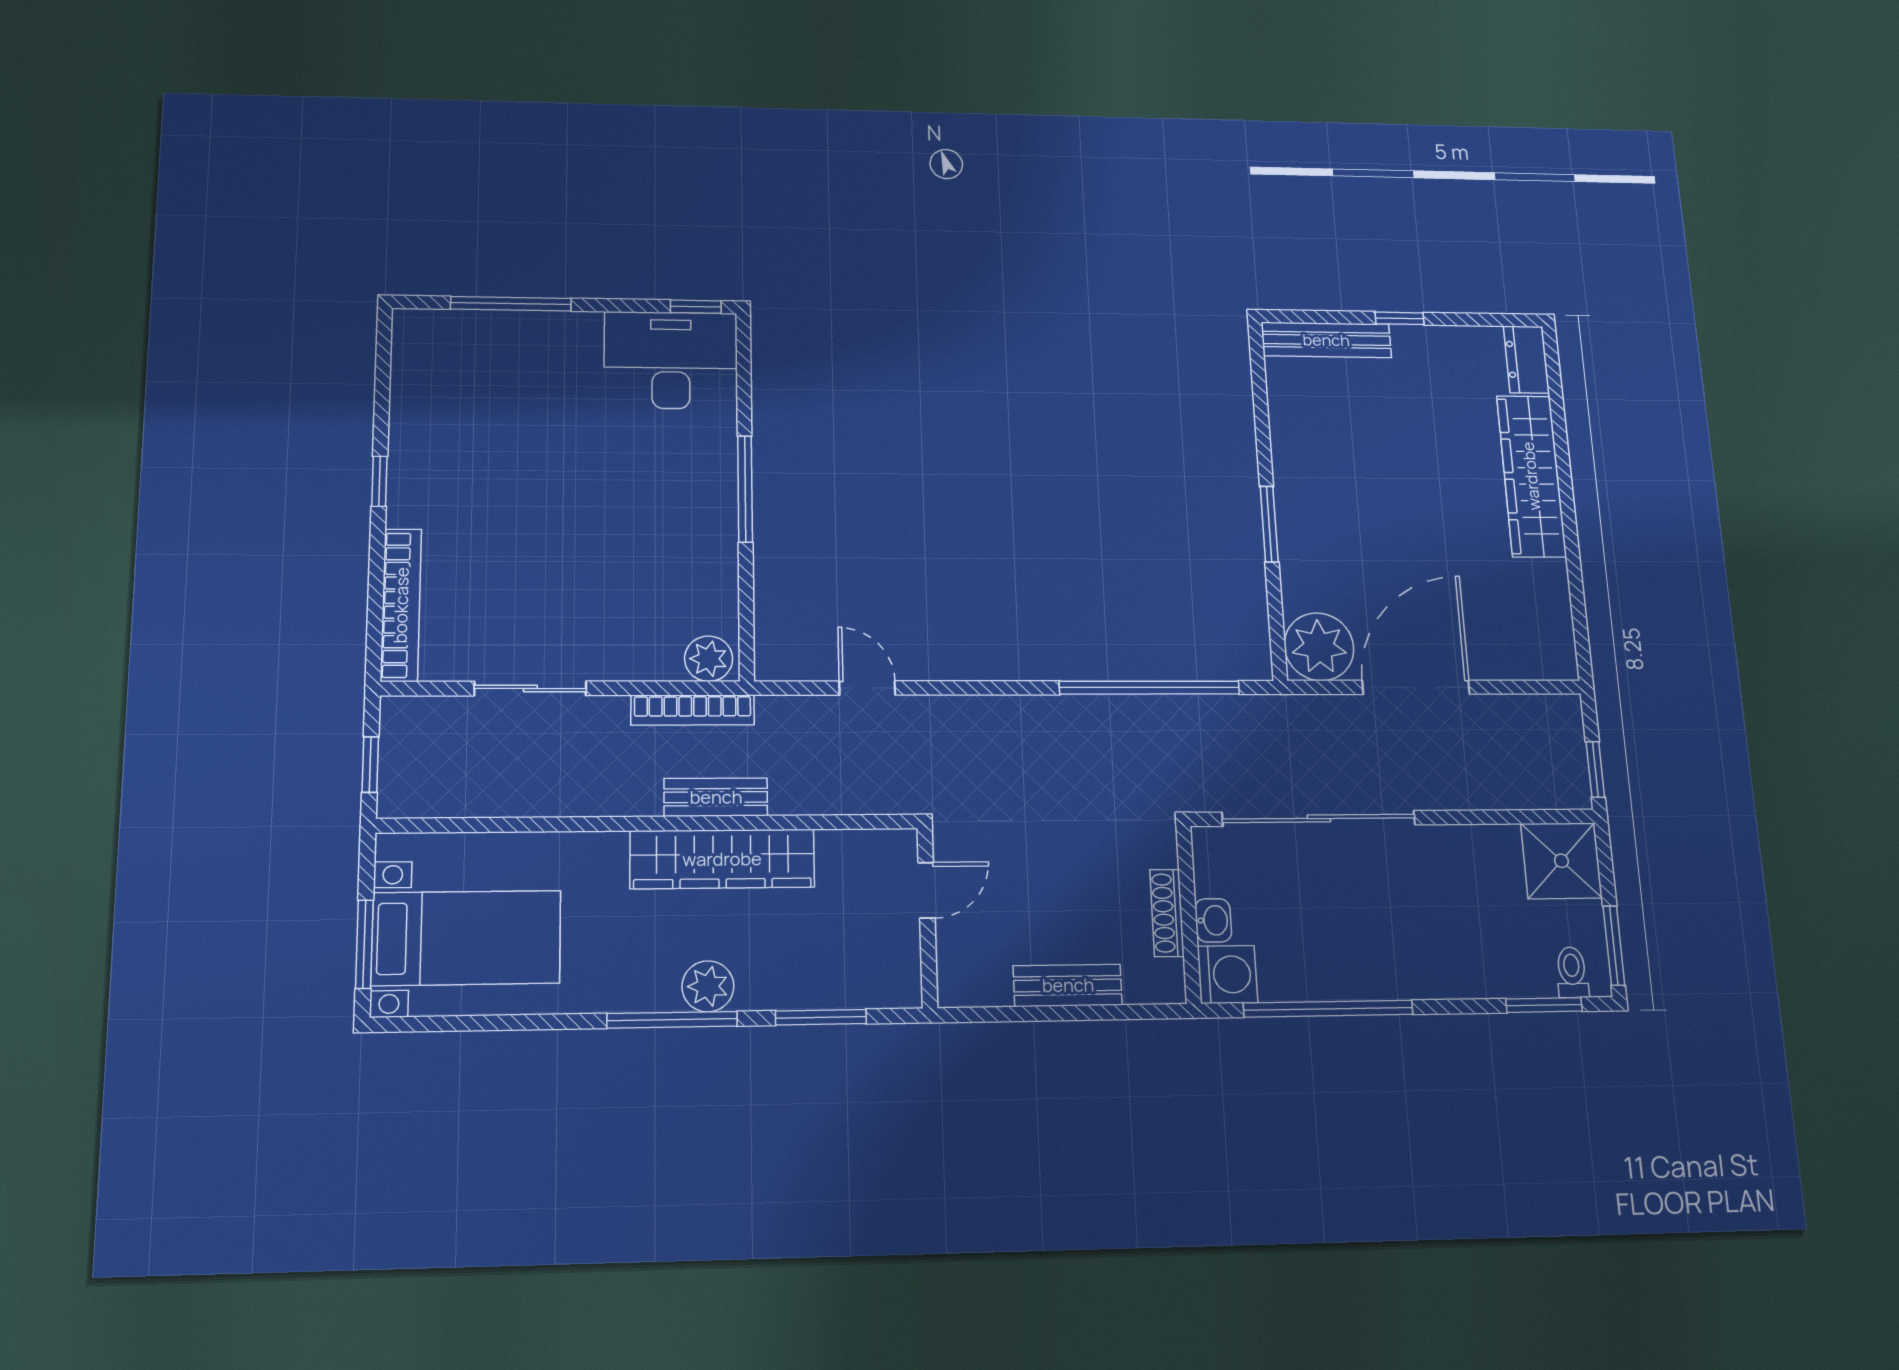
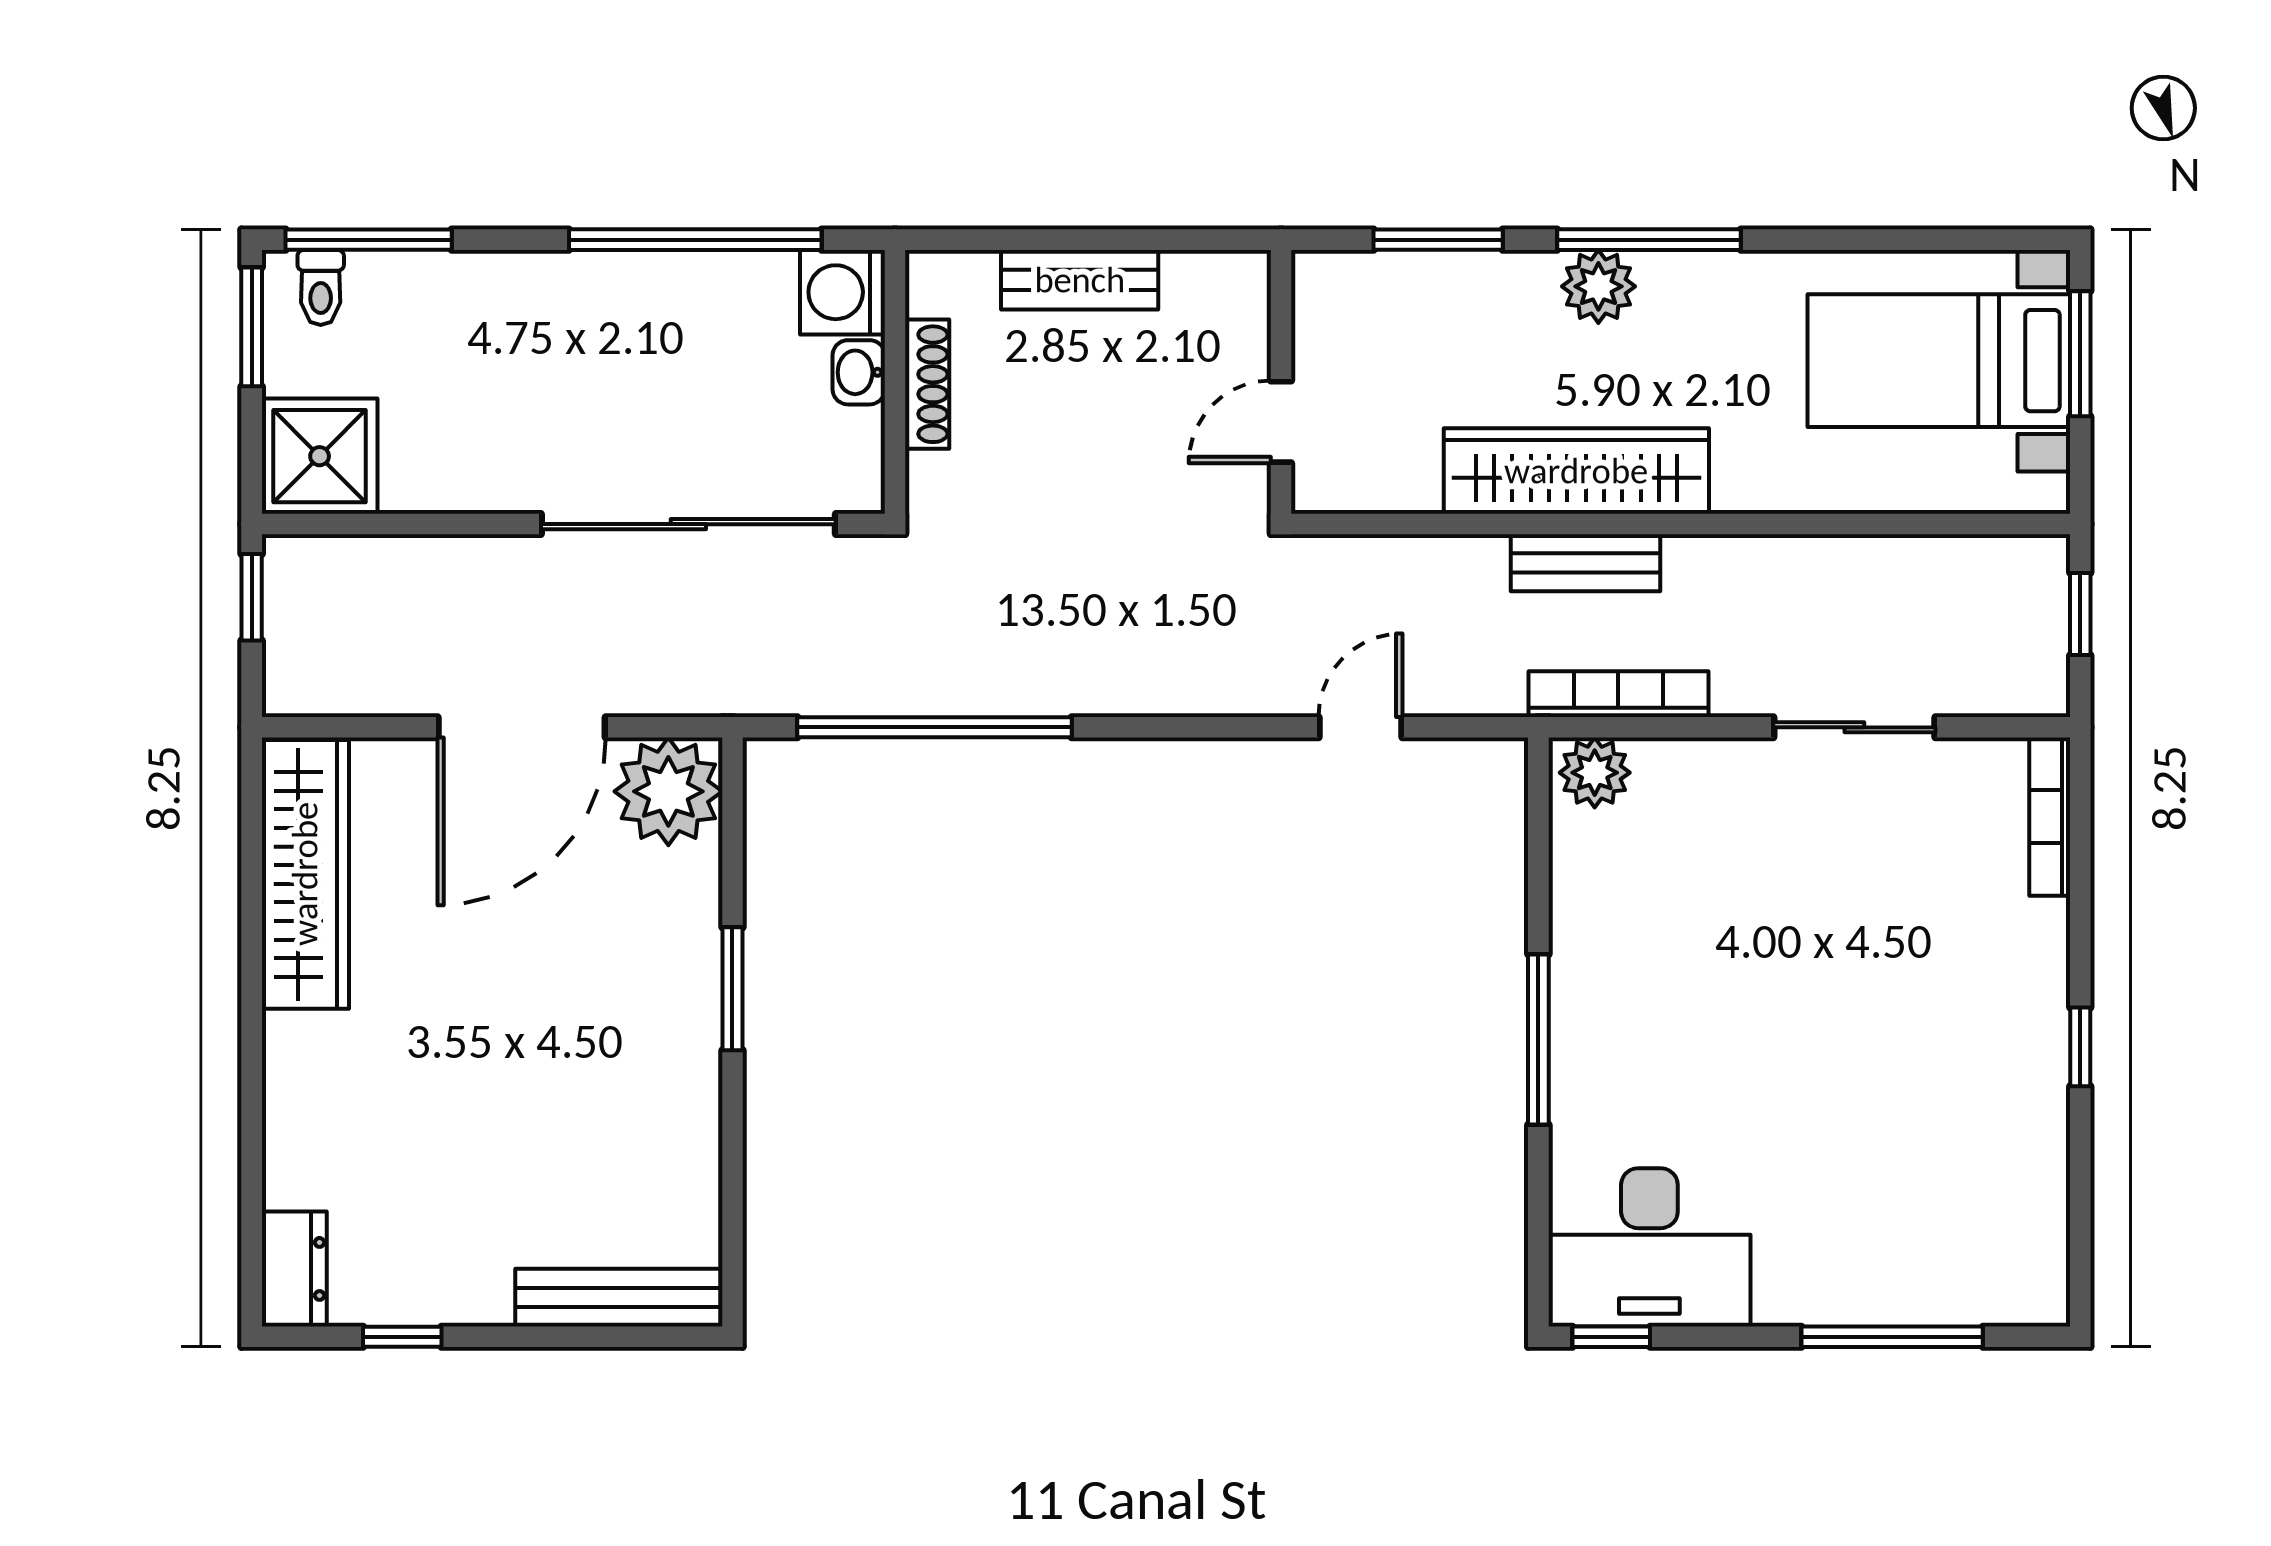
window: (1400, 318) -> (402, 1337), moved
wardrobe: (1531, 476) -> (305, 874), moved
bookcase: (401, 605) -> (2050, 817), width x0.68, depth x0.76
door: (867, 688) -> (1360, 727), swing flipped
window: (1544, 1005) -> (369, 240), width x1.44

